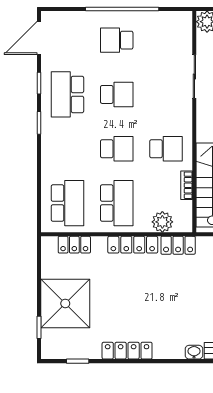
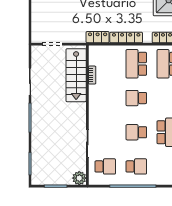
school desk: (166, 149) -> (105, 166), moved, turned 180
plant: (162, 222) -> (107, 52), removed

